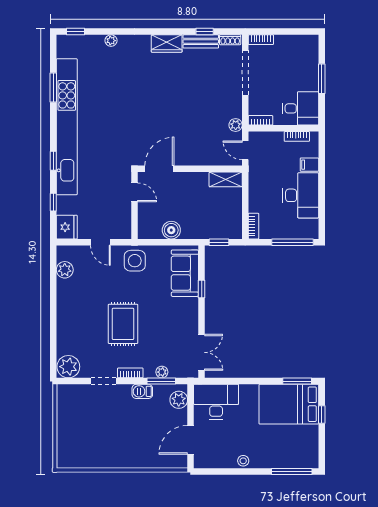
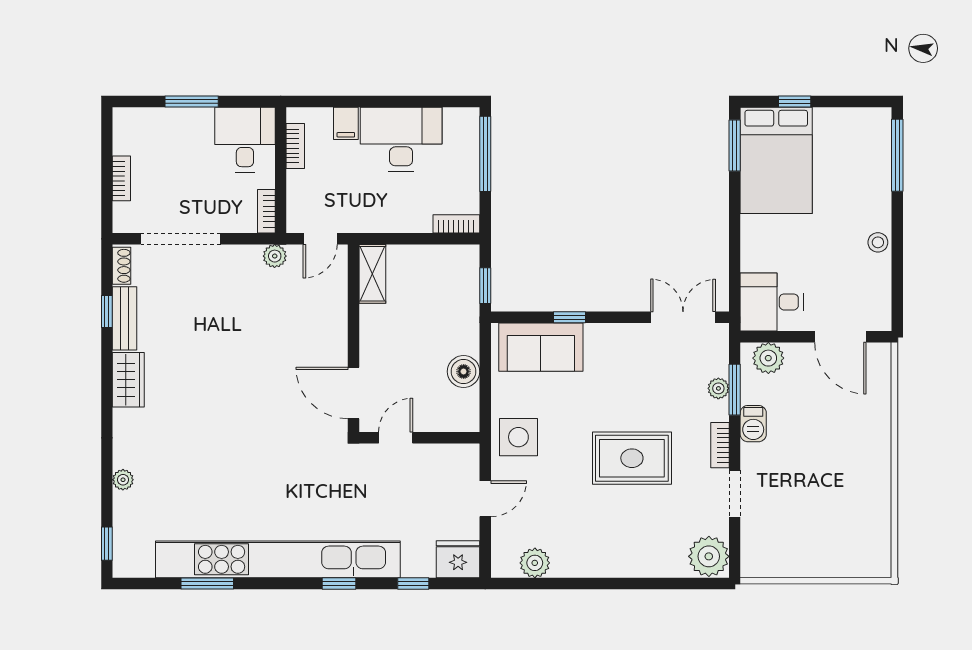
bookcase: (261, 40) -> (121, 178), moved
desk: (216, 402) -> (772, 302), width x0.73

